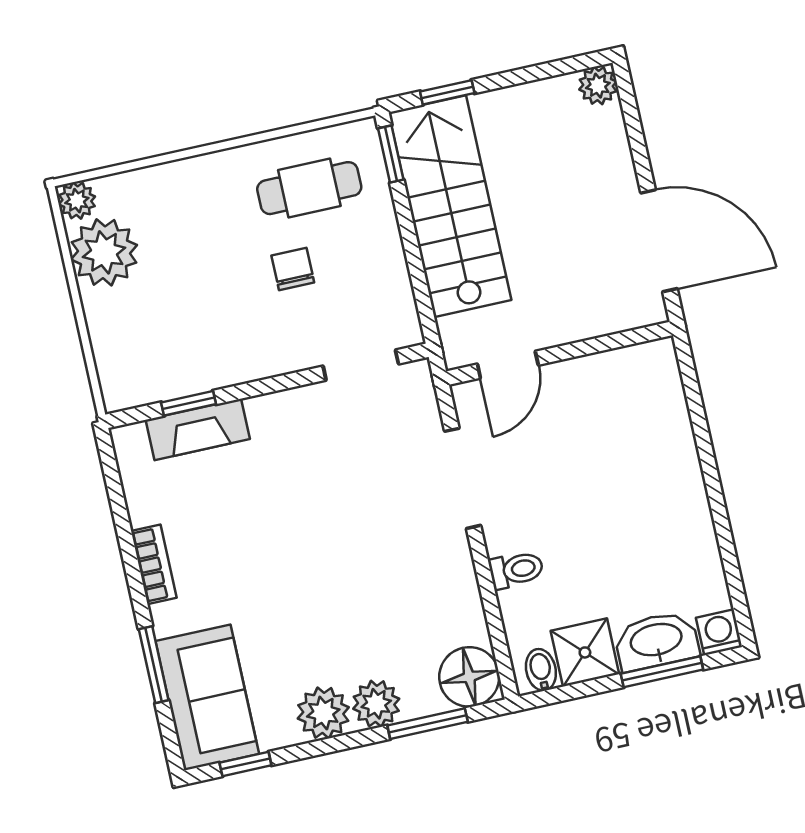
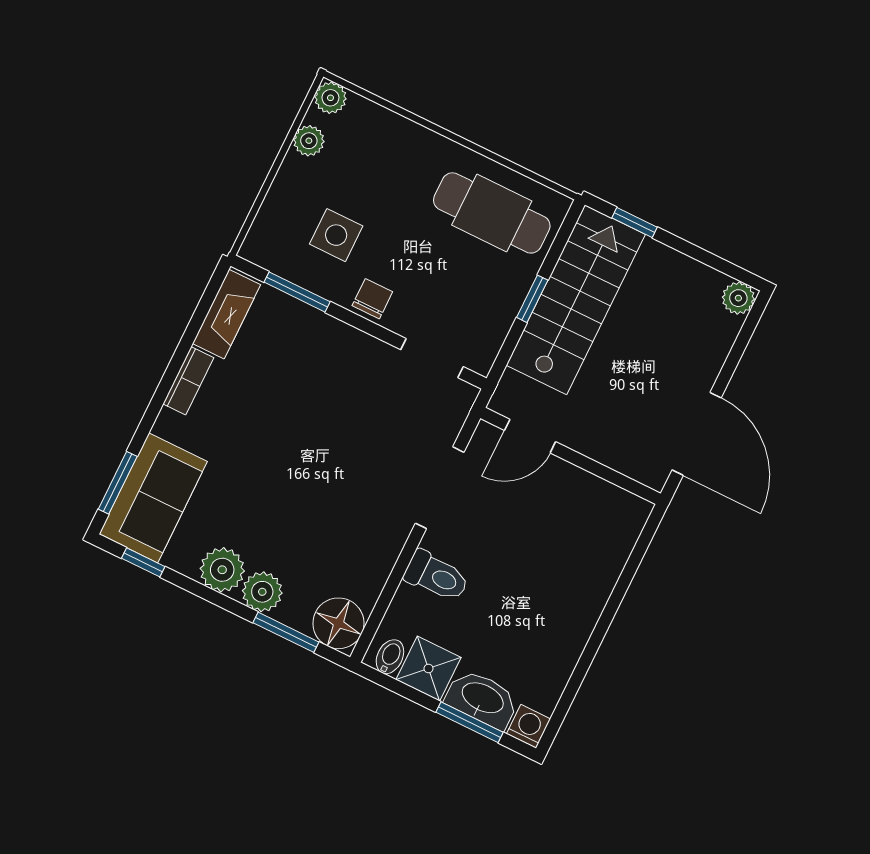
window: (391, 154) -> (532, 299), moved
cafe table: (309, 188) -> (492, 213), width x1.37, depth x1.35
plant: (104, 252) -> (309, 141), width x0.53, depth x0.53
chair: (293, 269) -> (372, 299), moved
side table: (183, 322) -> (336, 235), added
window: (188, 403) -> (297, 292), width x1.50
fireplace: (198, 429) -> (226, 314), moved, turned -90
toilet: (516, 570) -> (437, 576), width x1.37, depth x1.39
window: (154, 665) -> (118, 483), moved

